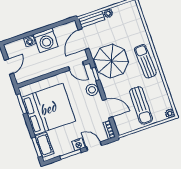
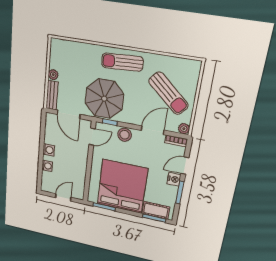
washing machine: (46, 40) -> (49, 150), width x0.53, depth x0.53
door: (9, 67) -> (63, 197), hinge flipped
sun lounger: (141, 105) -> (168, 93), turned 41
plant: (170, 113) -> (184, 129), moved

